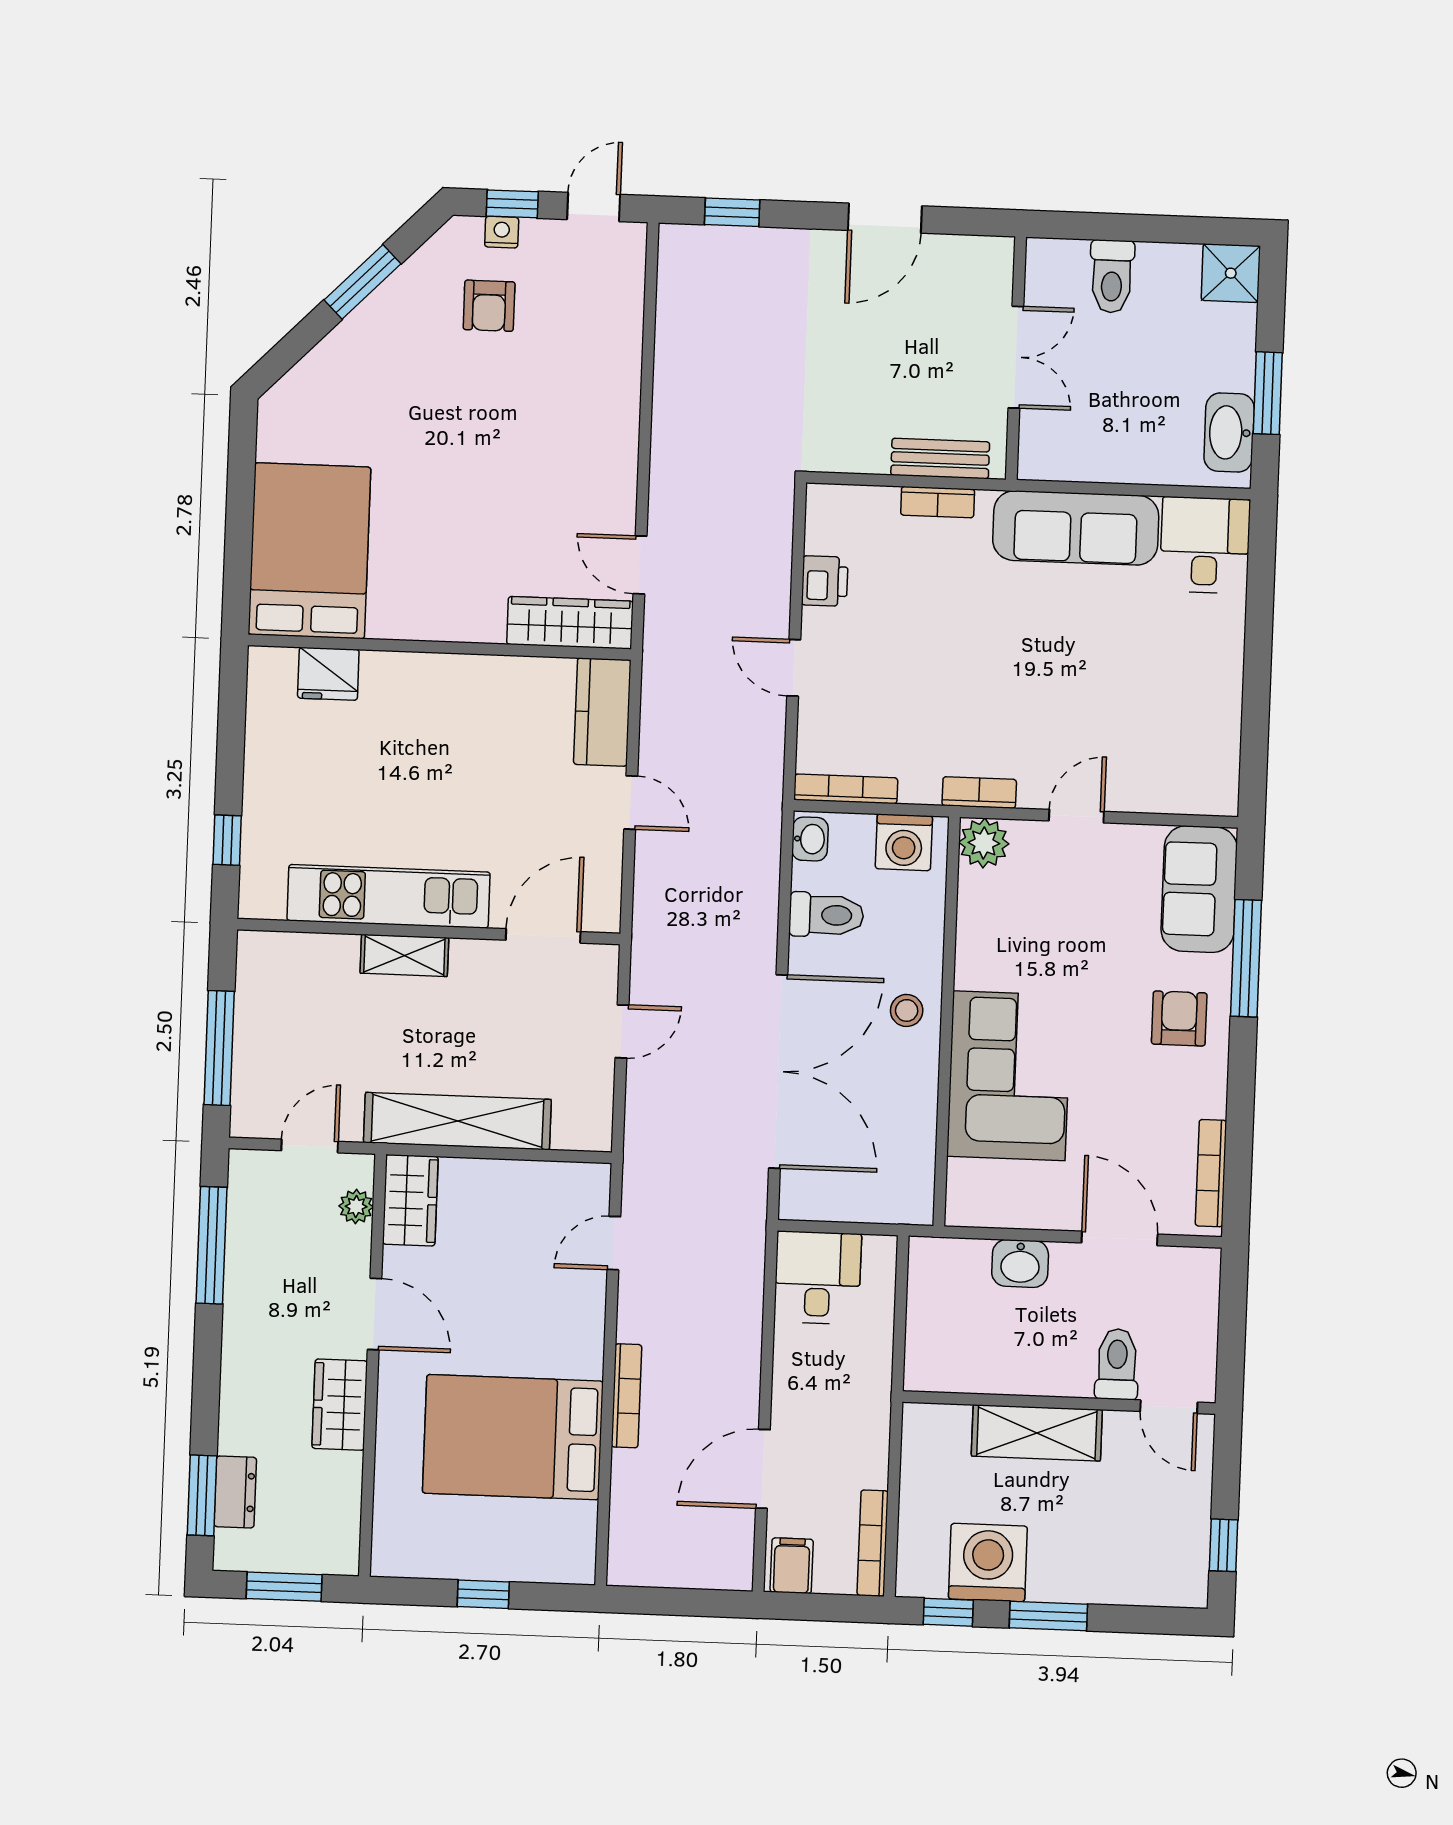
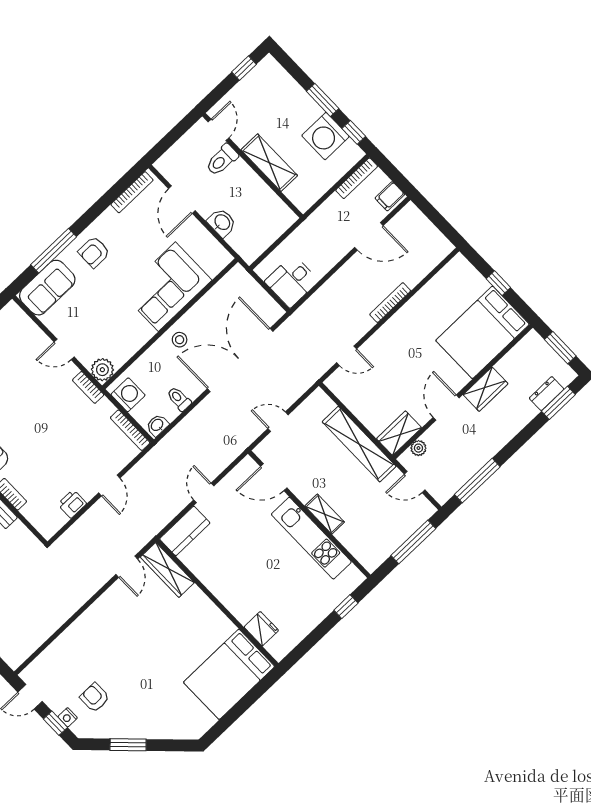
armchair: (489, 306) -> (95, 697), turned -90
toilet: (826, 915) -> (179, 399), width x0.73, depth x0.72
bed: (513, 1437) -> (483, 332), moved, turned 90

